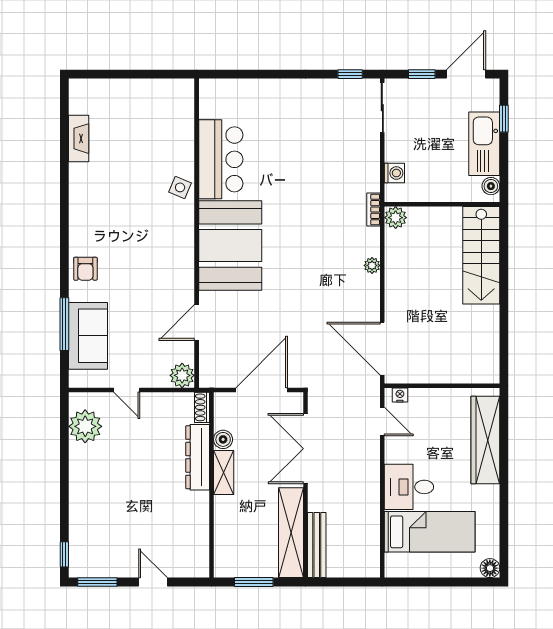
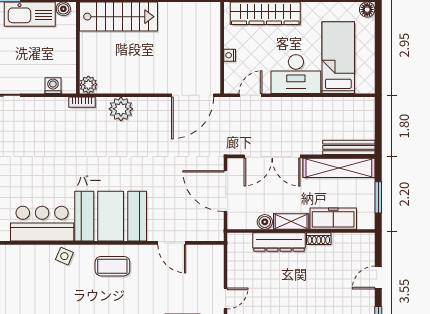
coffee table: (167, 248) -> (112, 266), added
plant: (372, 265) -> (121, 109), width x1.88, depth x1.88
plant: (182, 375) -> (214, 254), removed
nightstand: (400, 395) -> (230, 55), moved
shoe rack: (202, 407) -> (319, 239), moved
desk: (409, 487) -> (296, 74), width x1.37
freezer: (227, 525) -> (333, 219), added

